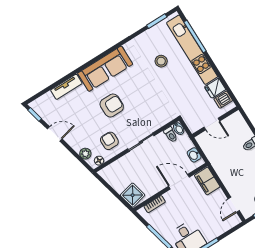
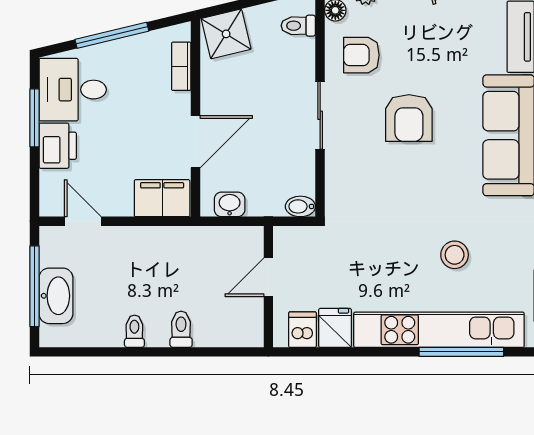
armchair: (112, 106) -> (409, 118), moved
toilet: (171, 135) -> (298, 26), moved
armchair: (109, 141) -> (361, 55), turned 180
printer: (212, 231) -> (58, 146), added

